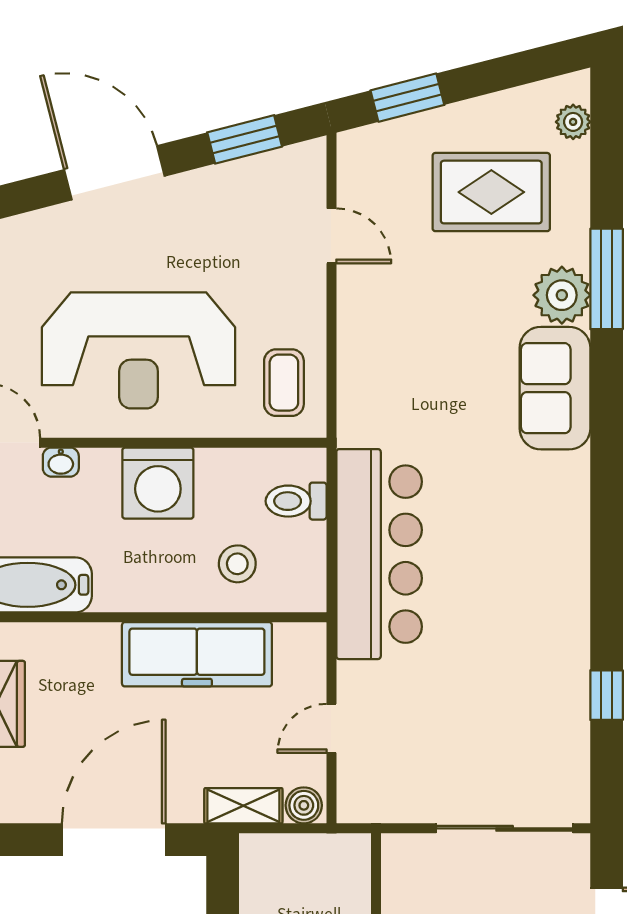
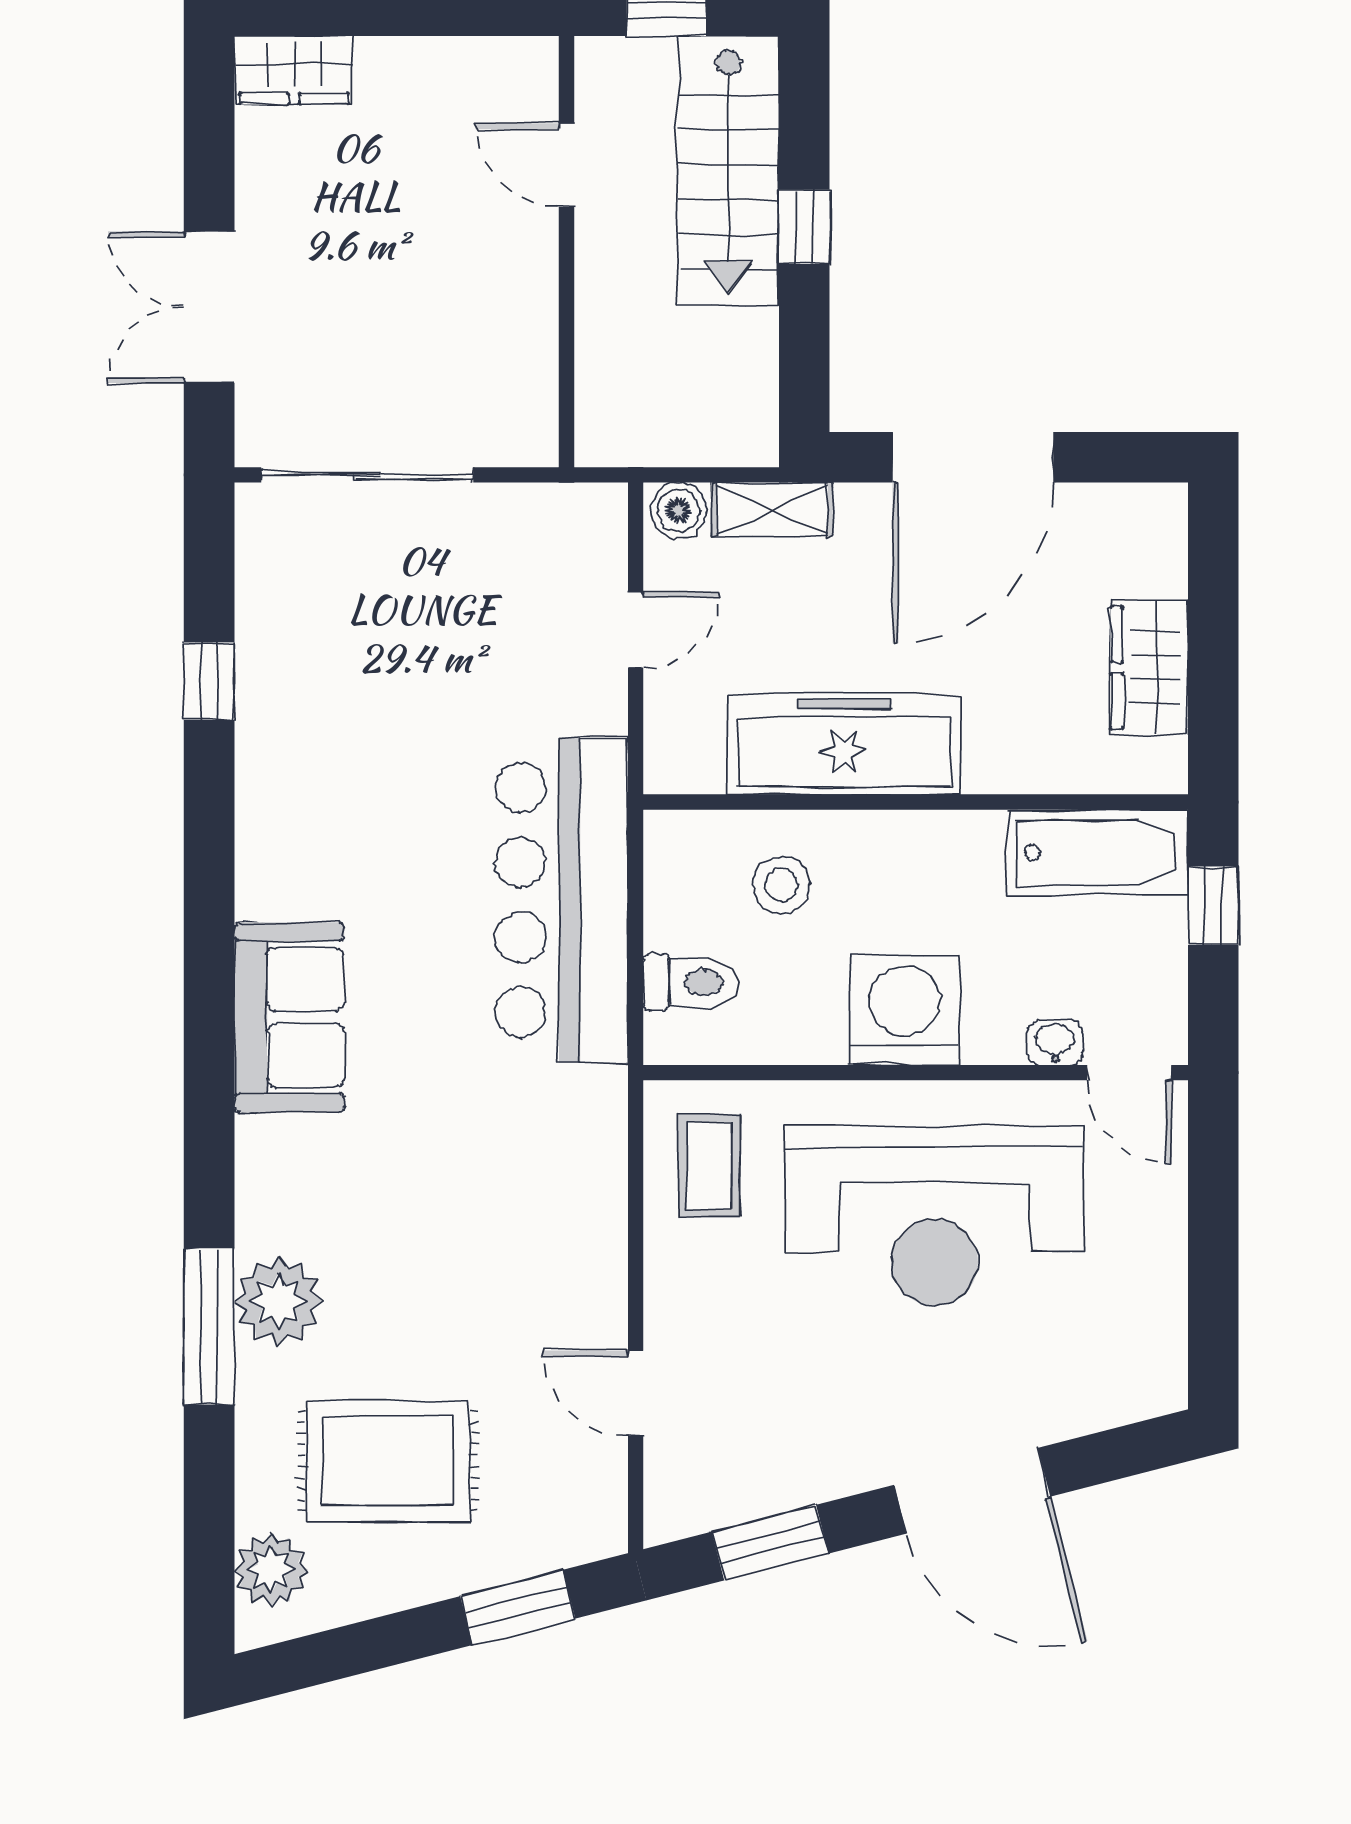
plant: (573, 122) -> (271, 1570), width x1.38, depth x1.38
reception desk: (139, 350) -> (935, 1216), turned 180
sofa: (555, 388) -> (289, 1017), moved

